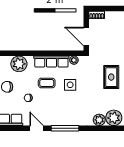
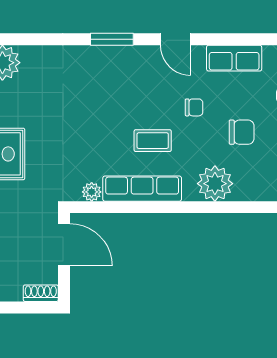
side table: (70, 85) -> (100, 137), removed
plant: (99, 120) -> (35, 58), removed
window: (65, 128) -> (112, 39), width x0.69

